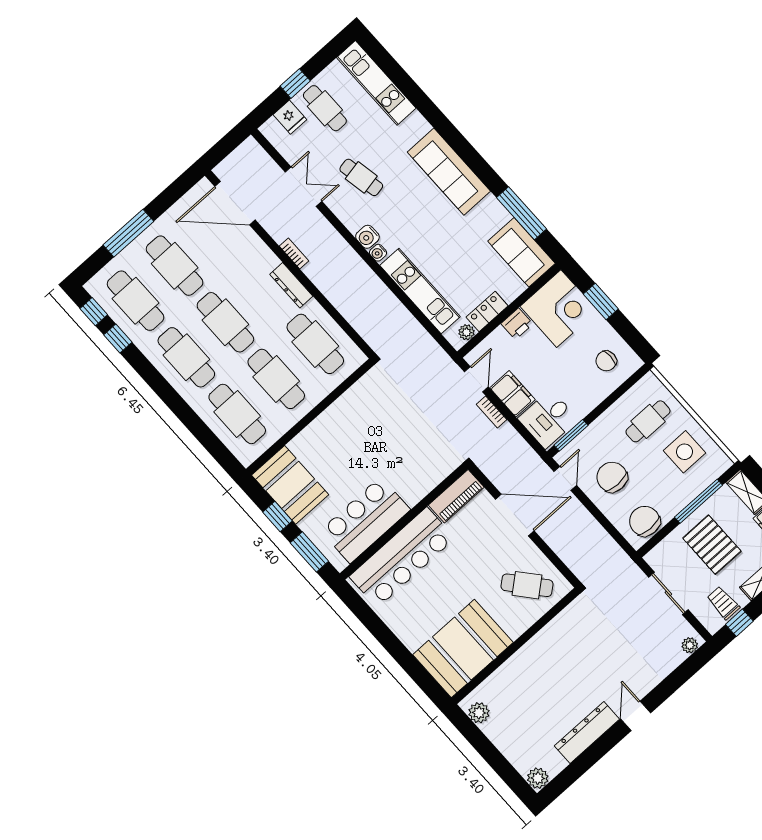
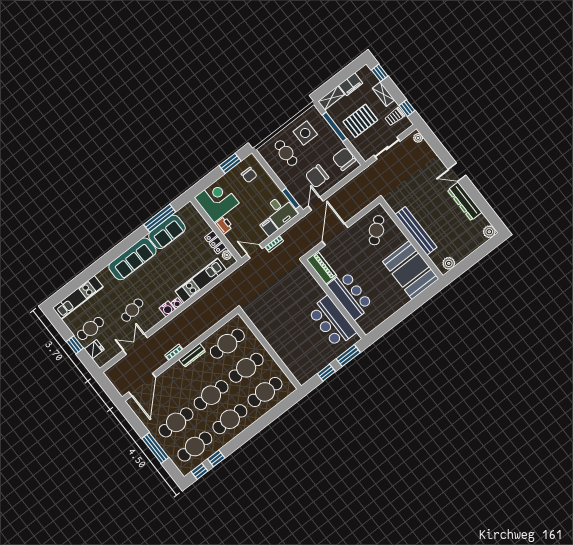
sofa: (521, 252) -> (167, 232), moved
window: (601, 302) -> (230, 163), moved
filing cabinet: (512, 394) -> (269, 227), width x0.50
door: (565, 478) -> (316, 204), hinge flipped
booth: (290, 485) -> (308, 364), removed
chair: (645, 521) -> (344, 159), turned 89
bar counter: (402, 557) -> (350, 295), width x0.73
bench: (531, 653) -> (416, 231), added

